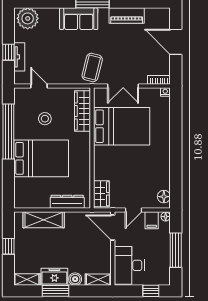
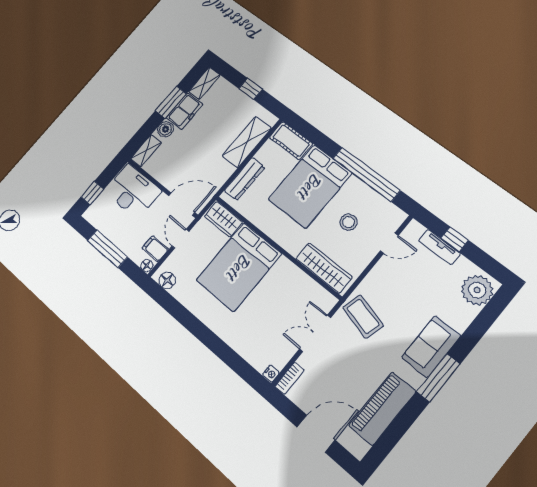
piano: (127, 16) -> (382, 408), width x1.37, depth x1.33
bed: (122, 126) -> (239, 267), moved
cot: (22, 193) -> (291, 141), added

